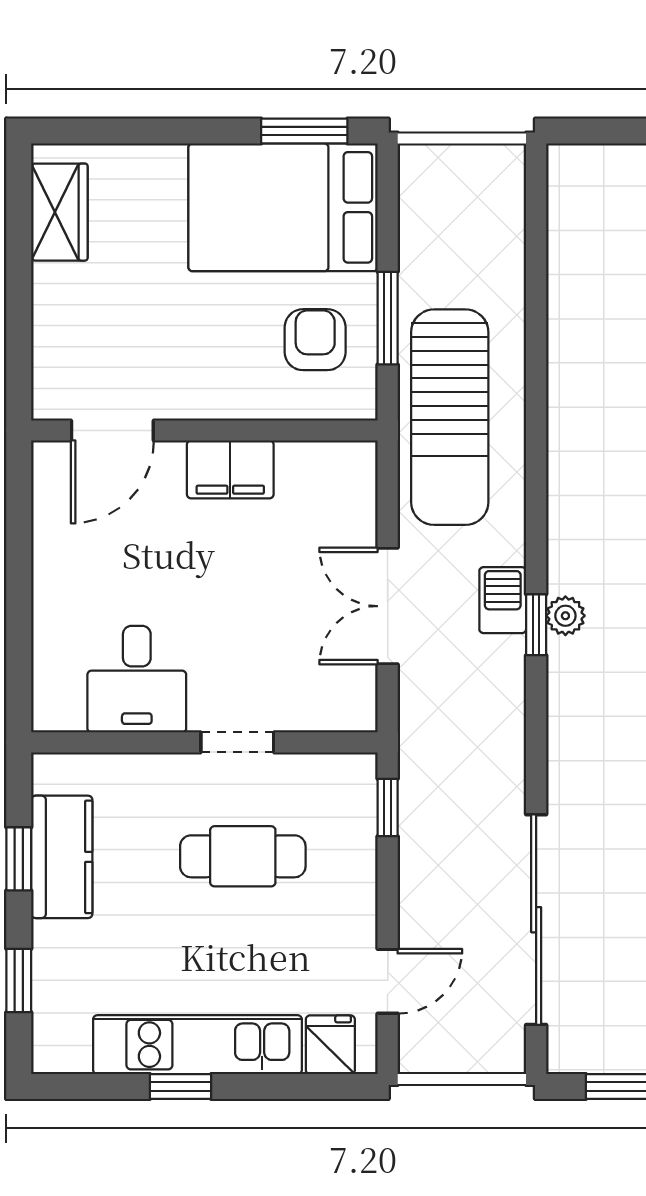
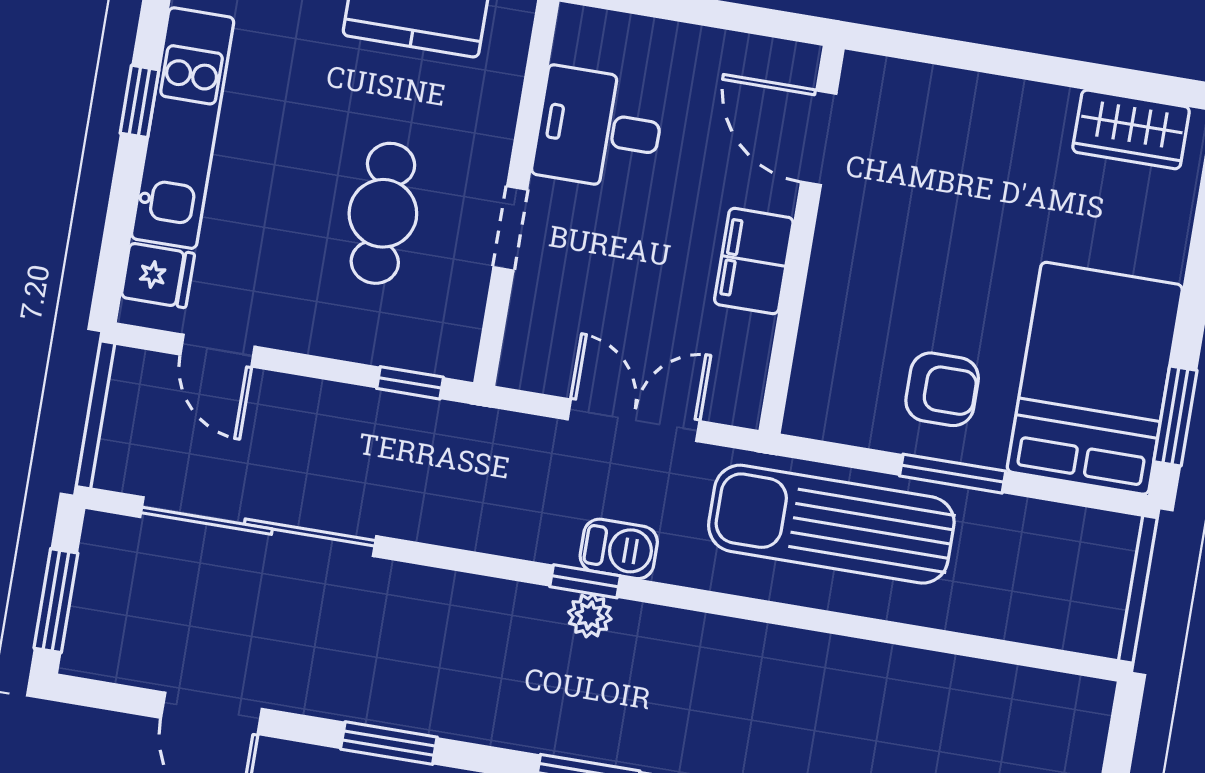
door: (112, 431) -> (819, 138), moved
wall: (204, 431) -> (802, 240), moved
filing cabinet: (230, 469) -> (754, 261), moved

